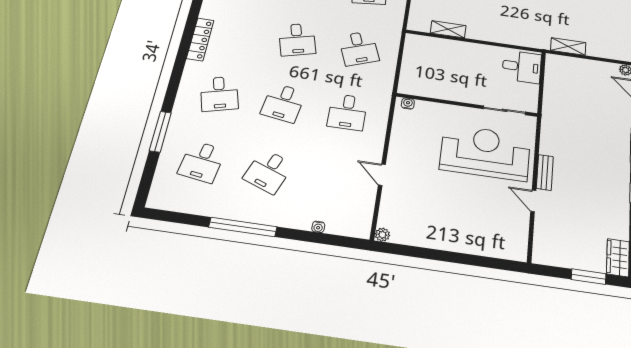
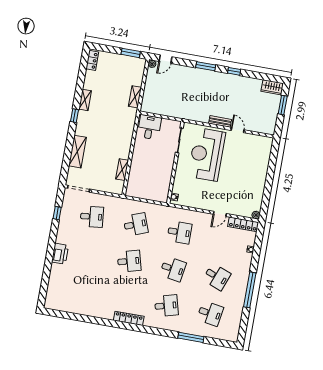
door: (533, 201) -> (238, 130), swing flipped
locker: (364, 213) -> (243, 224), added

